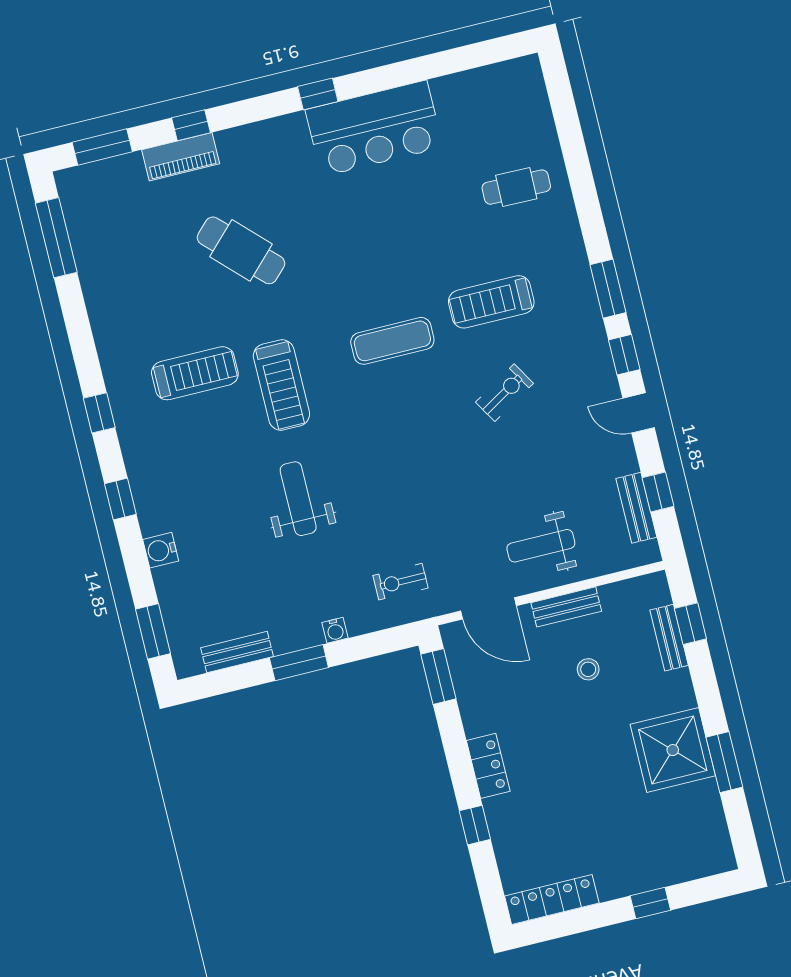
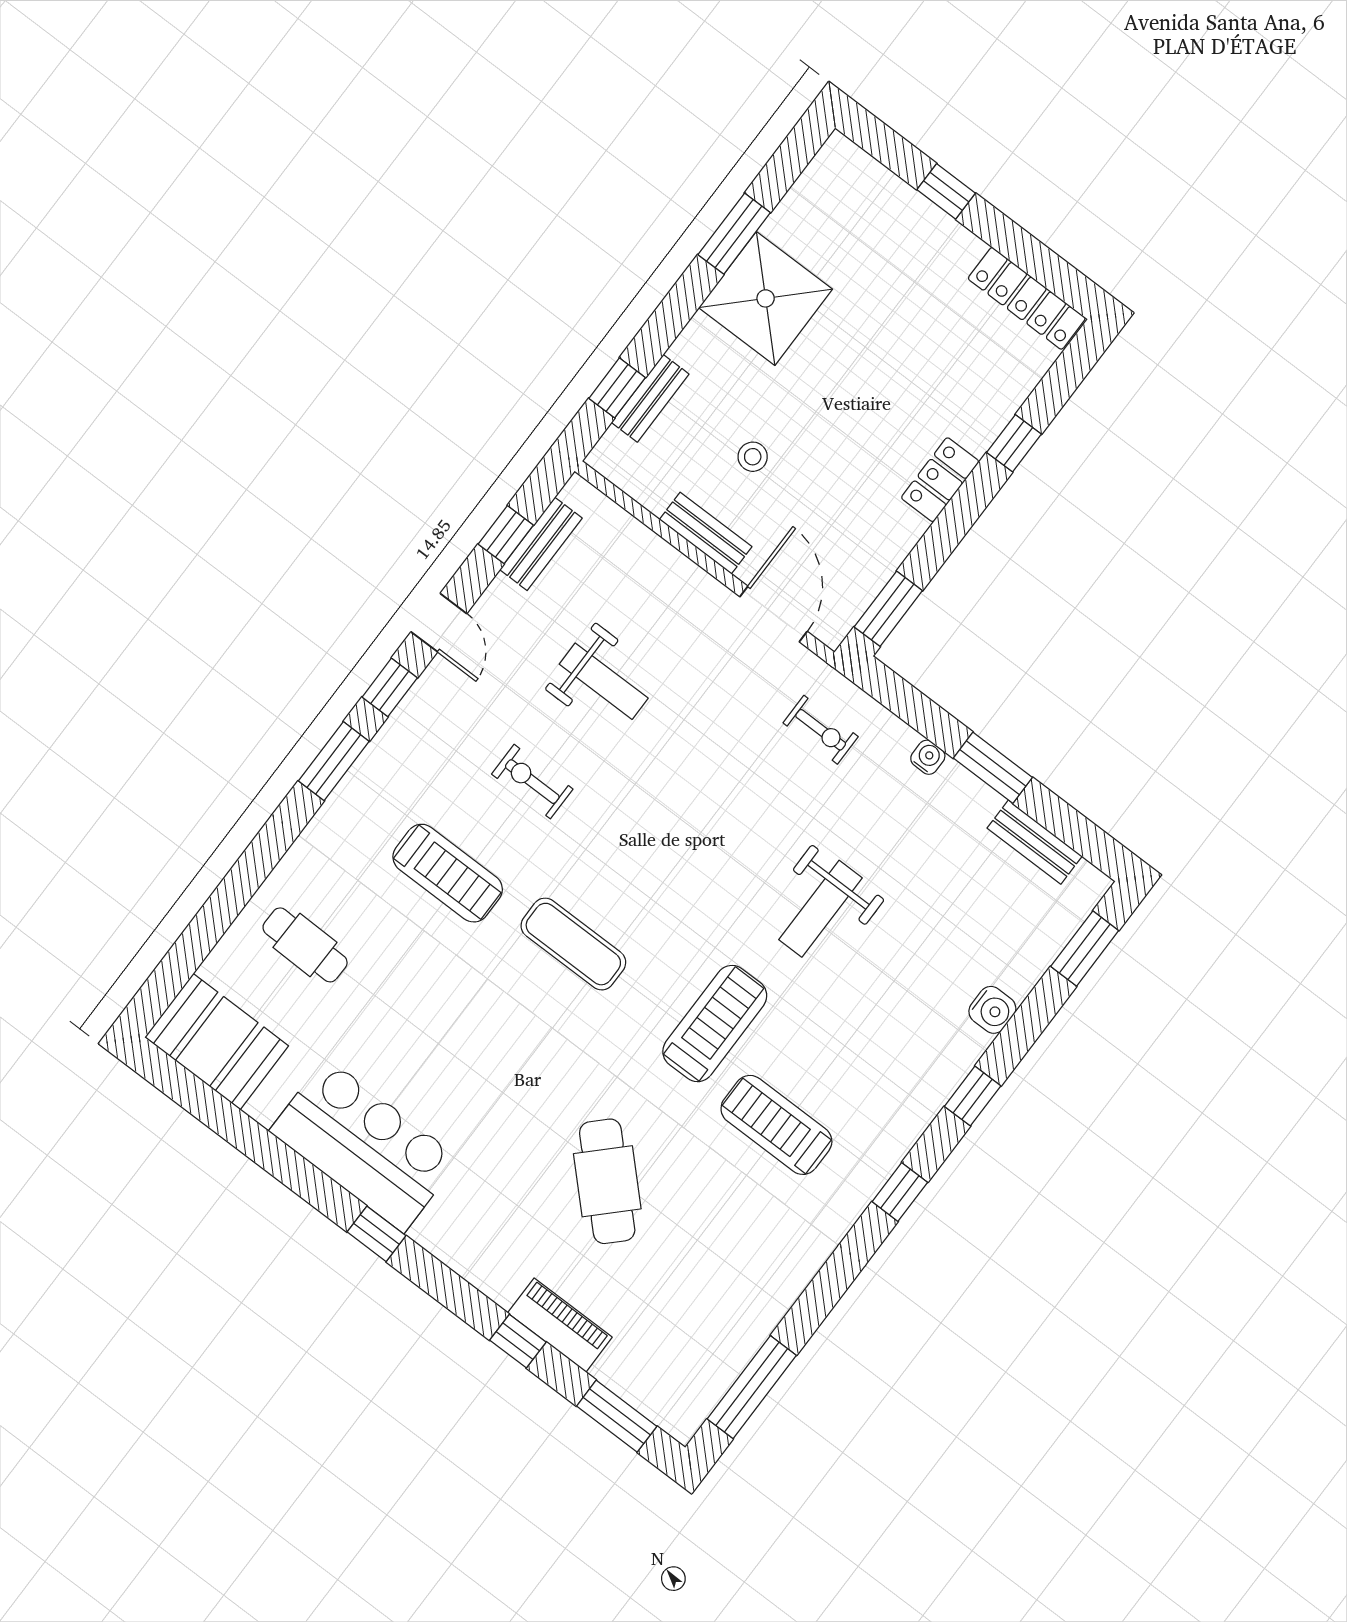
booth: (502, 92) -> (217, 1042), added
exercise bike: (504, 393) -> (532, 782), turned 31
weight bench: (541, 546) -> (604, 681), moved

